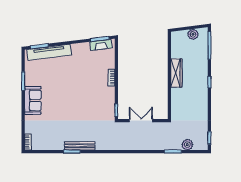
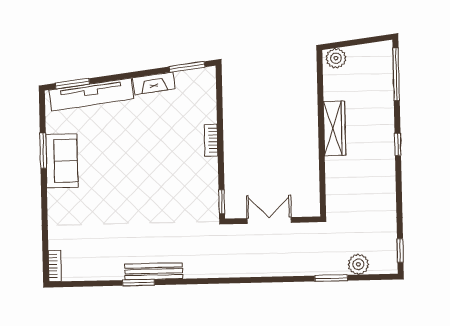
plant: (193, 34) -> (336, 58), moved
fireplace: (101, 45) -> (154, 83), moved
sofa: (33, 100) -> (62, 161), moved

